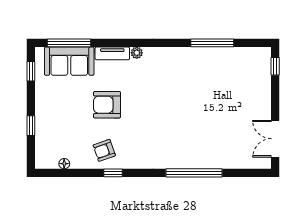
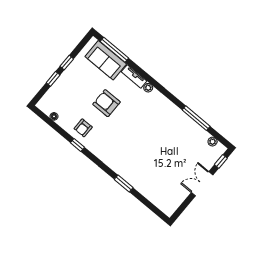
plant: (250, 53) -> (213, 142), added
window: (31, 71) -> (67, 63), moved
double door: (275, 139) -> (202, 184), moved
armchair: (104, 150) -> (83, 128), turned -71
window: (194, 173) -> (124, 184), width x0.47

